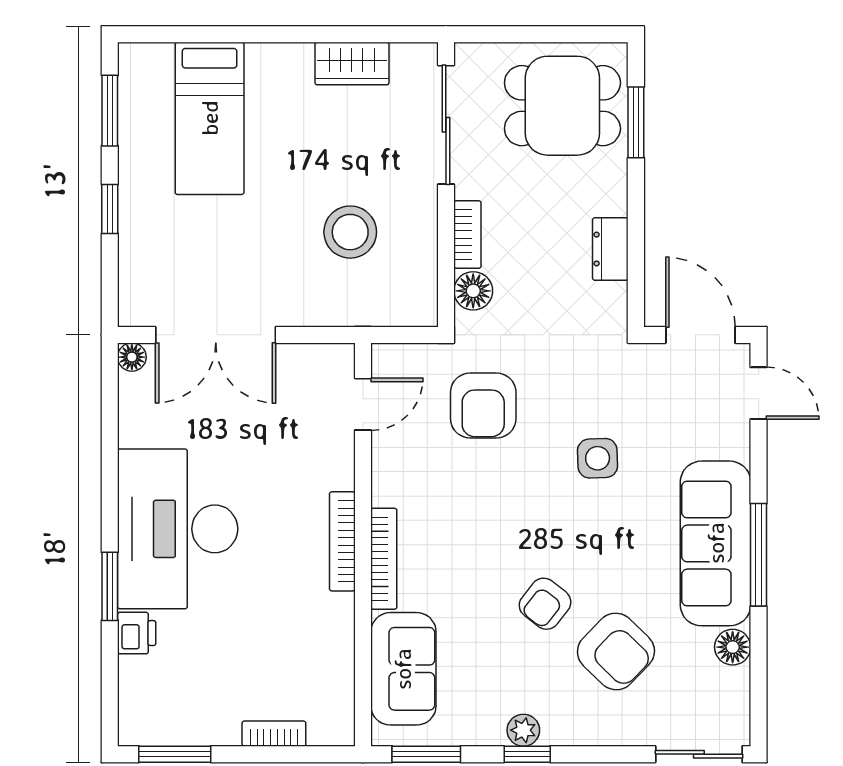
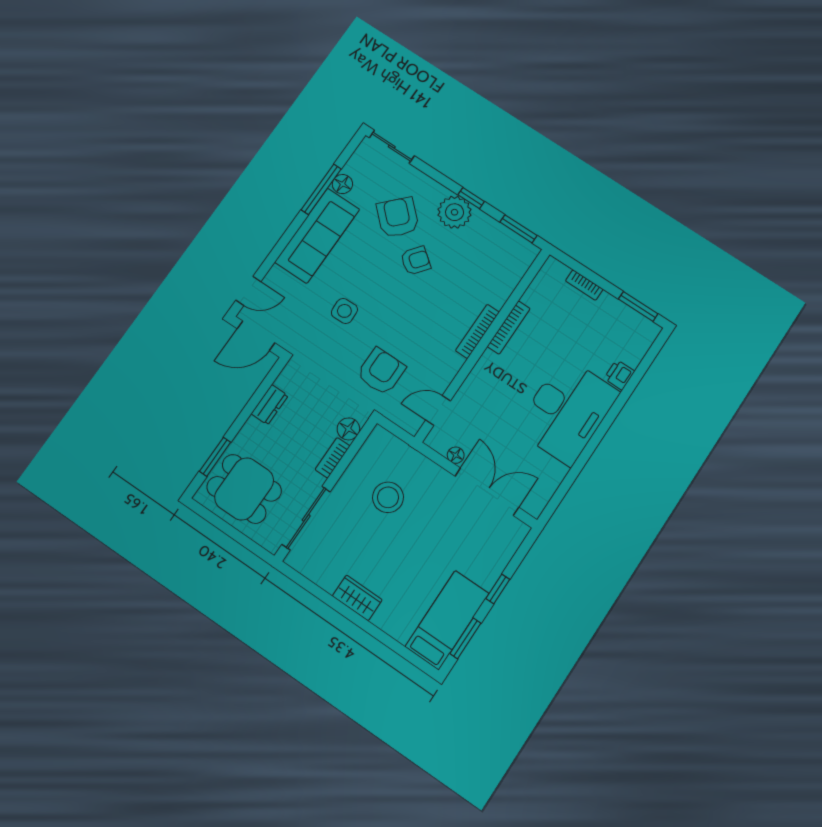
wardrobe: (352, 64) -> (357, 598), moved
bed: (210, 118) -> (447, 620), moved
door: (700, 335) -> (256, 336), hinge flipped
floor lamp: (132, 357) -> (456, 455), moved
door: (759, 393) -> (248, 291), swing flipped
bookcase: (342, 541) -> (509, 328), moved
window: (759, 555) -> (321, 189), moved
window: (110, 586) -> (618, 405), removed
sofa: (403, 669) -> (503, 275), removed
plant: (523, 730) -> (455, 212), width x1.88, depth x1.88

